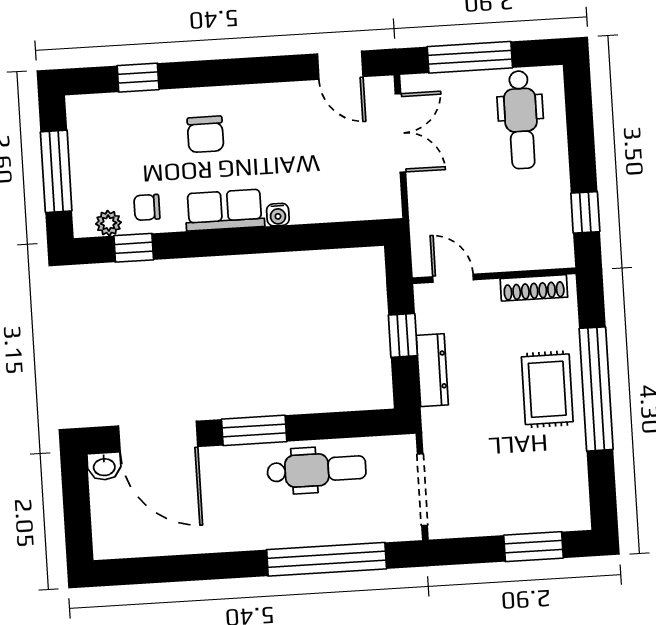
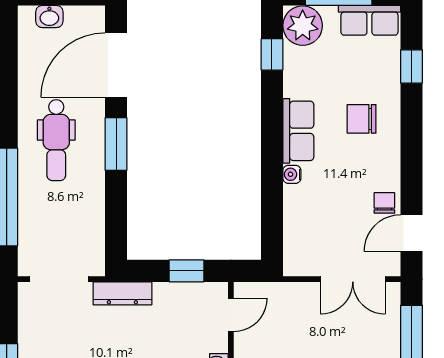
row of seats: (85, 132) -> (369, 20), added
chair: (147, 207) -> (384, 203), moved
plant: (108, 223) -> (303, 26), width x1.87, depth x1.87
dresser: (432, 370) -> (122, 293), moved
washbasin: (104, 466) -> (49, 17), moved, turned -90
dental chair: (317, 470) -> (56, 140), moved

